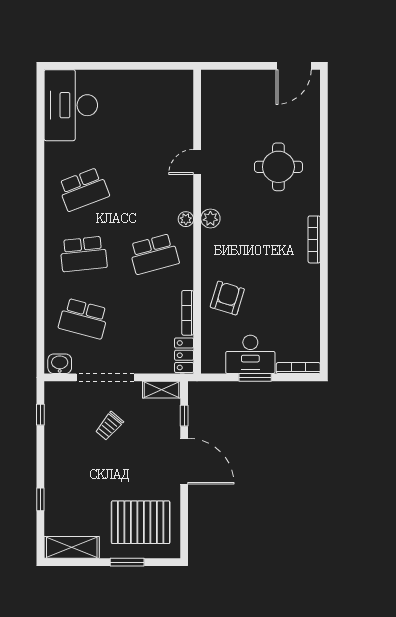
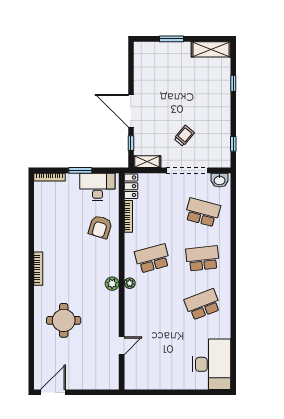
door: (197, 162) -> (122, 346), moved
desk: (250, 354) -> (97, 187), moved
pallet: (141, 522) -> (162, 67), removed

